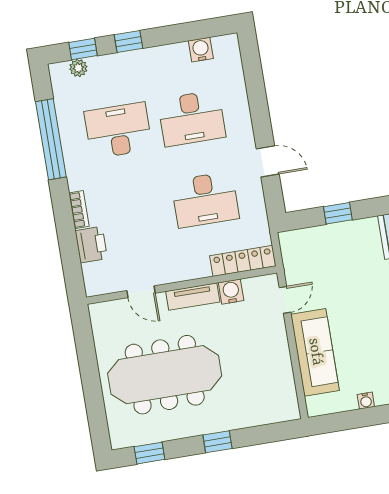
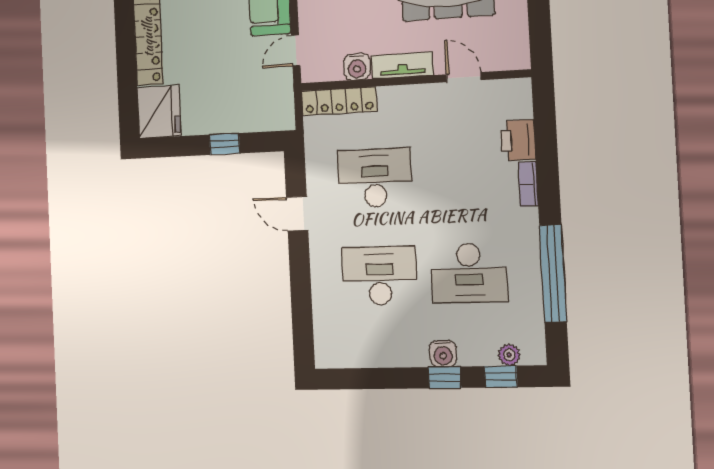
water cooler: (201, 50) -> (443, 354), moved

